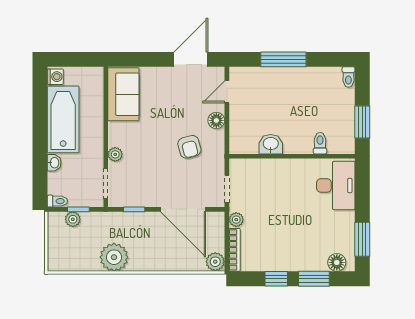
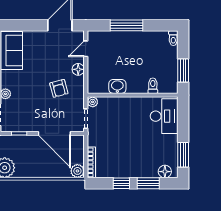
plant: (236, 220) -> (93, 102), moved

